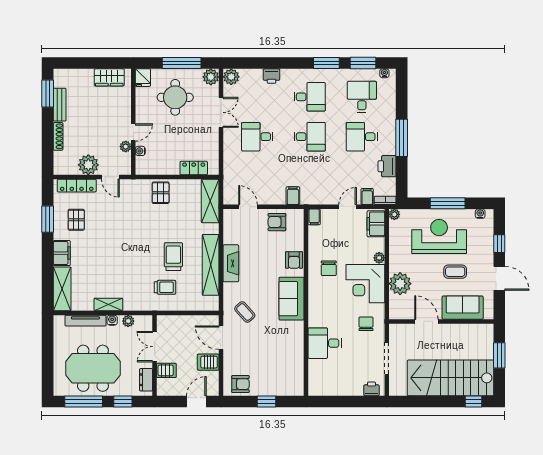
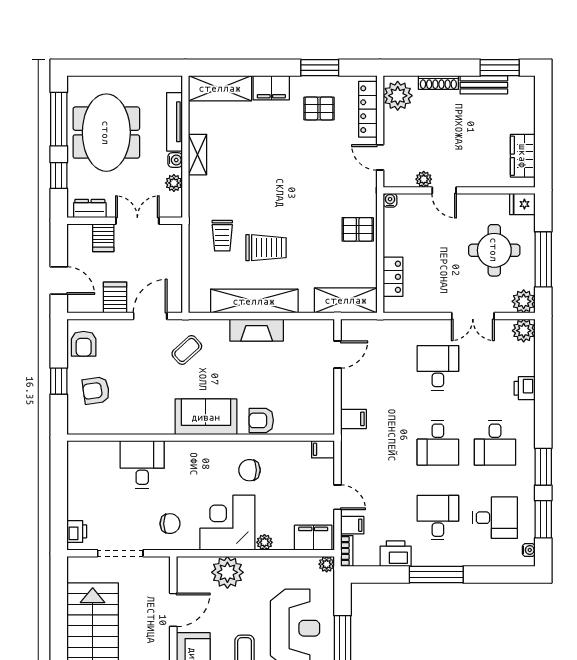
water cooler: (140, 151) -> (390, 200), moved
plant: (88, 165) -> (398, 96), moved
door: (110, 177) -> (380, 157), hinge flipped
armchair: (277, 222) -> (96, 390), moved, turned -98

